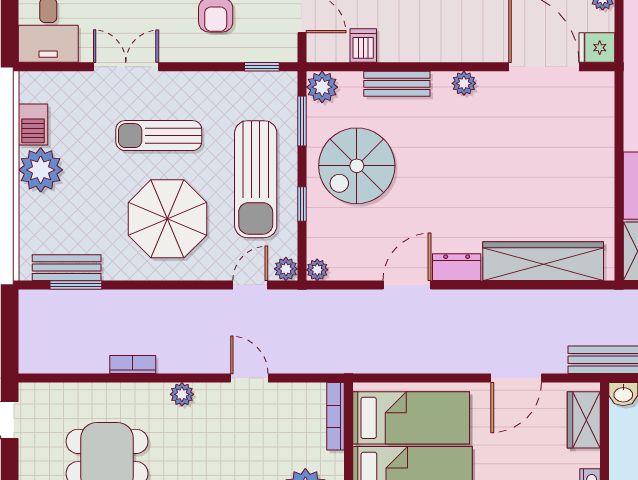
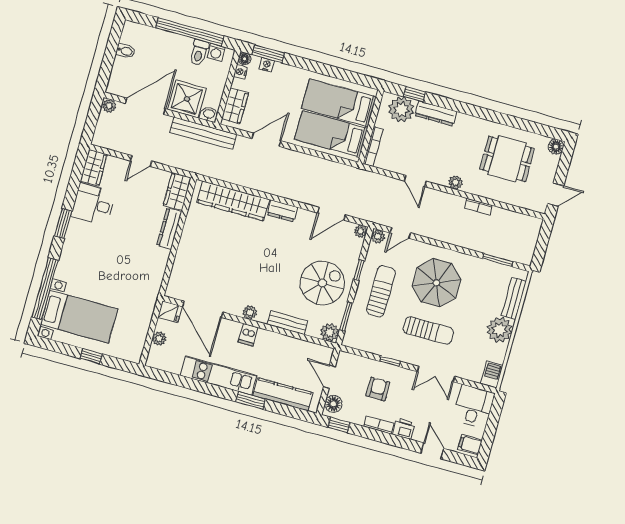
dishwasher: (363, 46) -> (248, 335), moved
window: (262, 67) -> (390, 361), moved
barbecue: (33, 125) -> (492, 374), moved
sun lounger: (256, 179) -> (381, 291), width x0.73, depth x0.75
bench: (67, 268) -> (514, 298), moved, turned 90
door: (407, 285) -> (331, 214), moved

